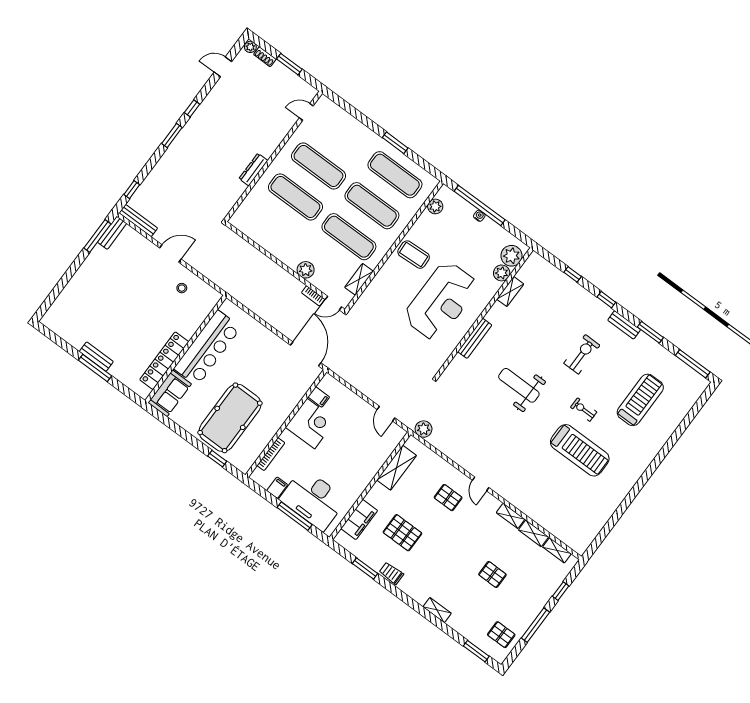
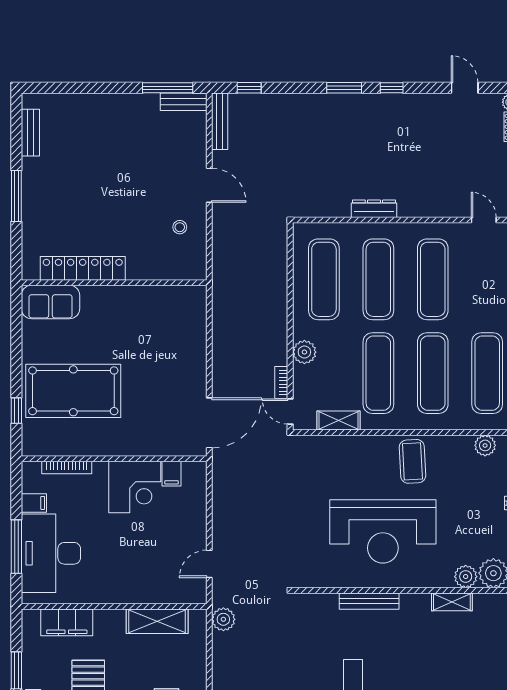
exercise mat: (272, 228) -> (324, 279), added
bar counter: (207, 348) -> (133, 306), removed
bench: (96, 357) -> (30, 133), moved

